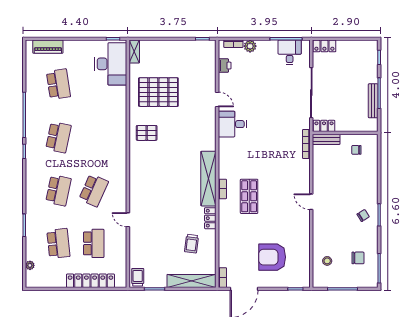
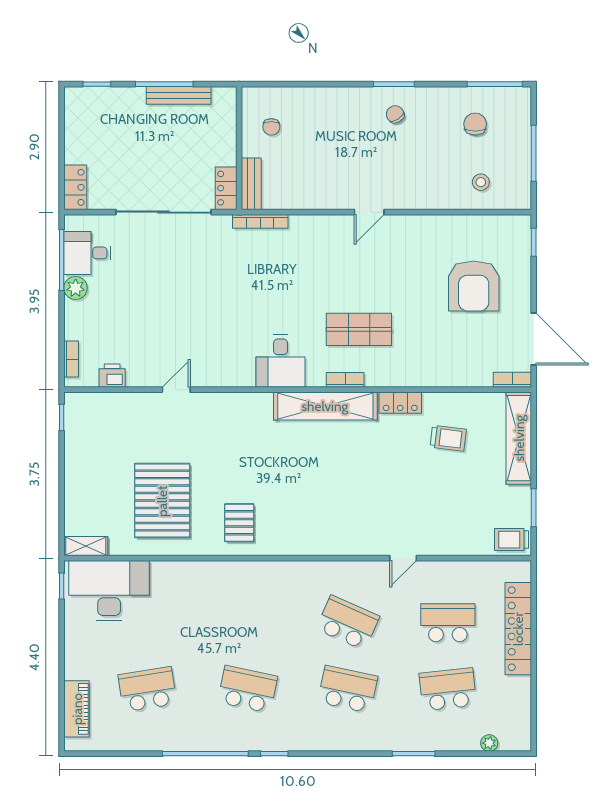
plant: (250, 46) -> (76, 288), moved
desk: (232, 124) -> (281, 361), moved

